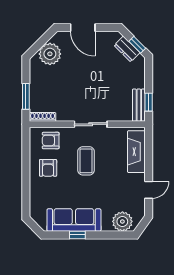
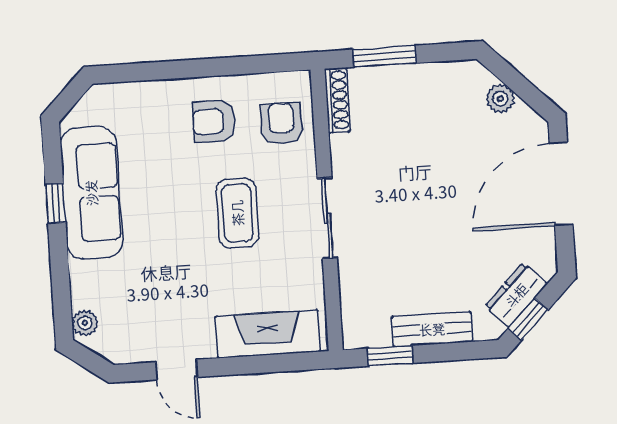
door: (83, 28) -> (561, 184), width x1.36
plant: (50, 54) -> (500, 99), width x0.53, depth x0.53
bench: (139, 105) -> (432, 329), moved
coffee table: (86, 161) -> (237, 213), turned 90
plant: (122, 221) -> (85, 323), width x0.53, depth x0.53

